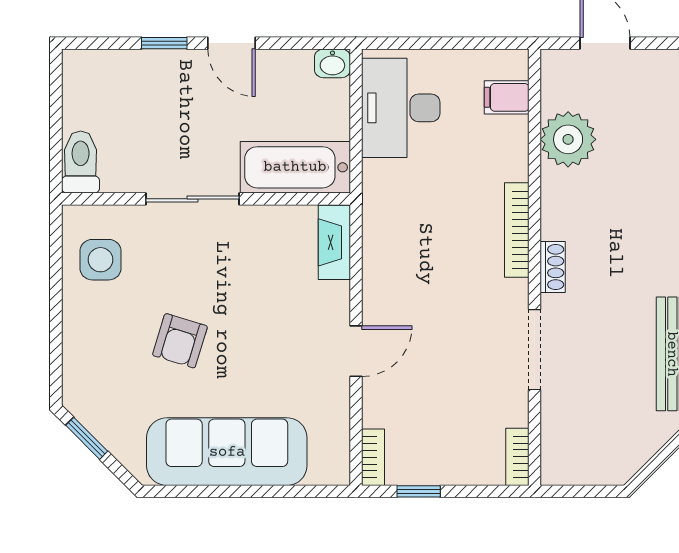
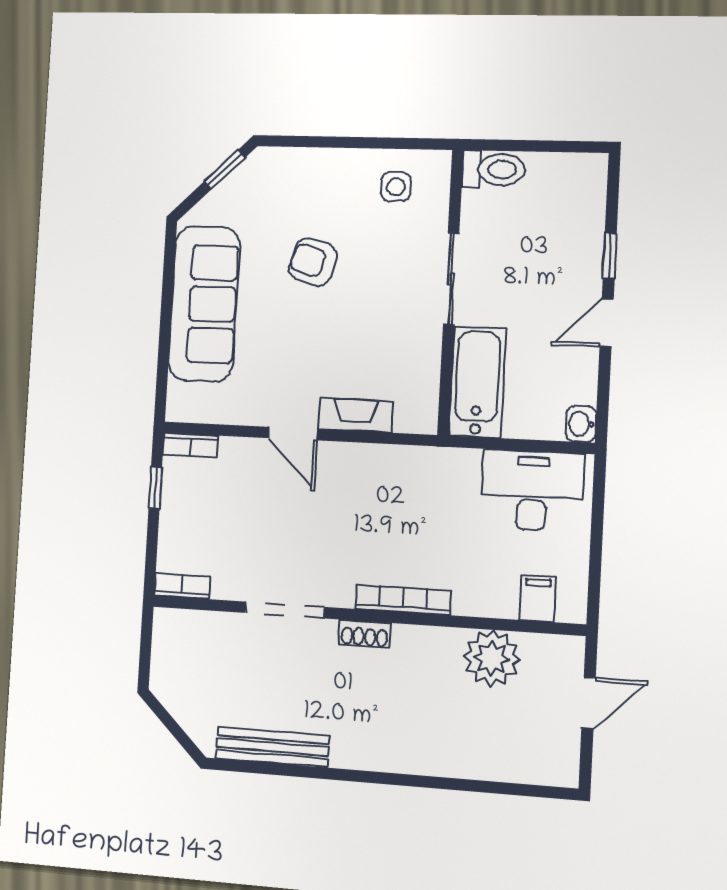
fireplace: (334, 242) -> (356, 415), moved
side table: (100, 260) -> (396, 187), width x0.73, depth x0.73

